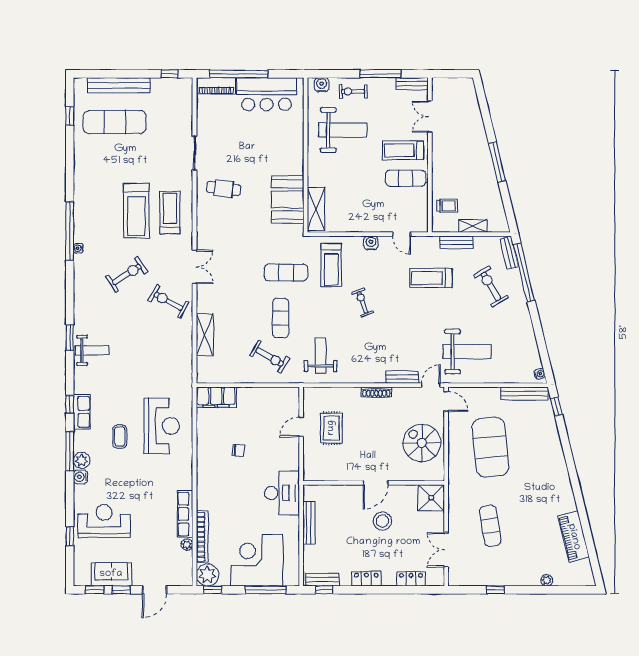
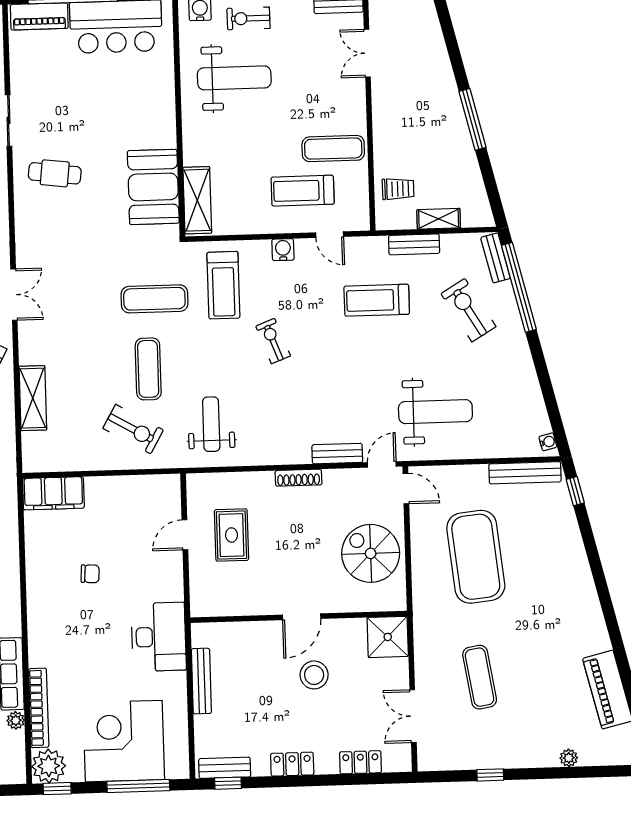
treadmill: (403, 150) -> (303, 191), moved

